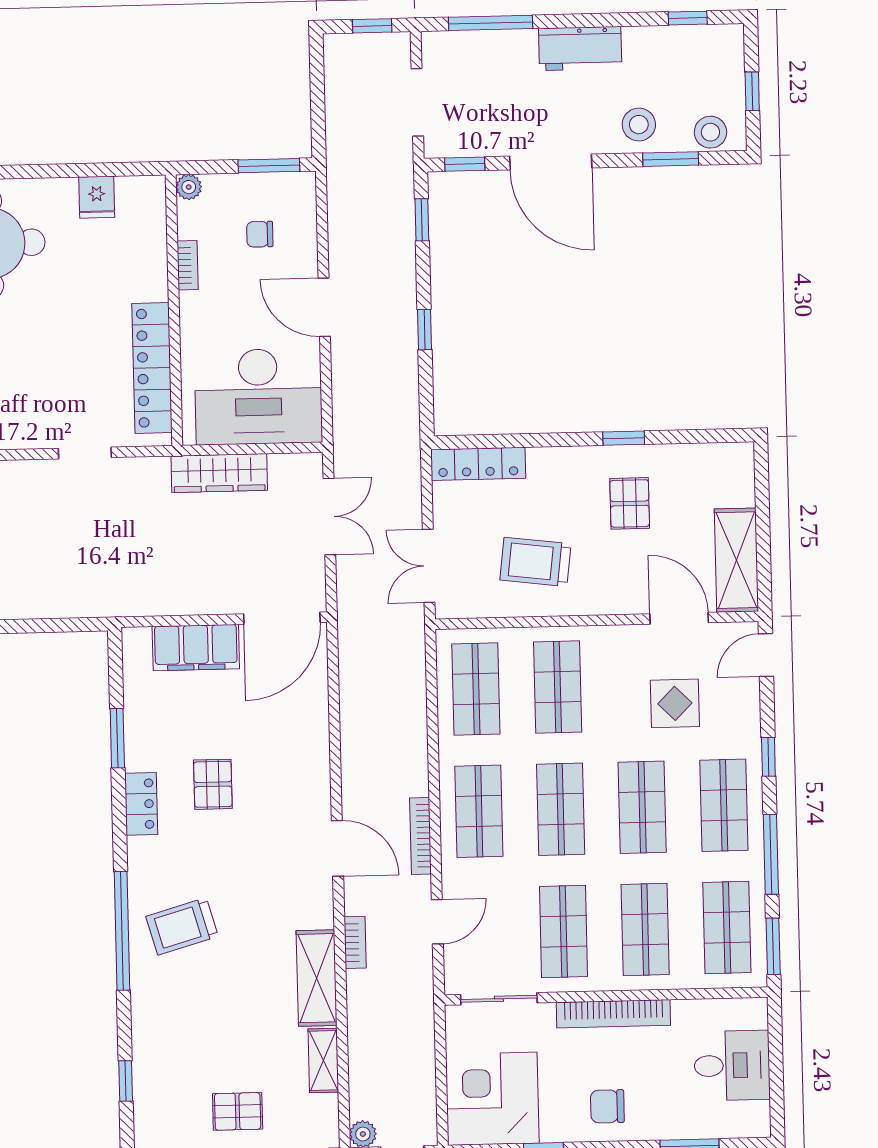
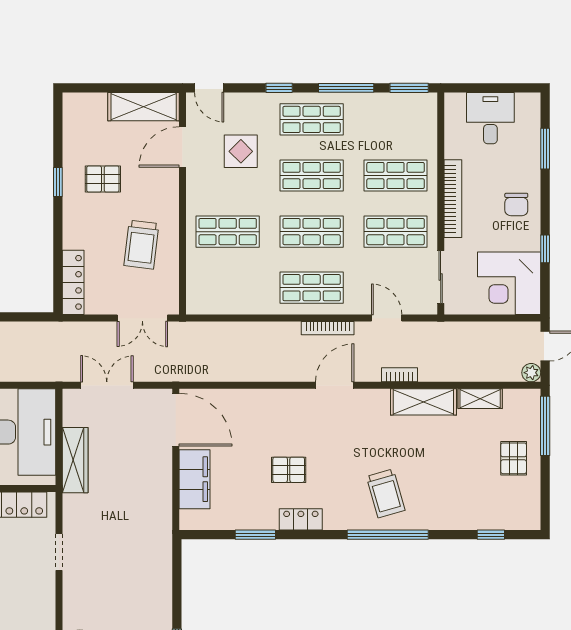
shop shelf: (476, 689) -> (228, 288), removed
shop shelf: (727, 927) -> (396, 119), removed

